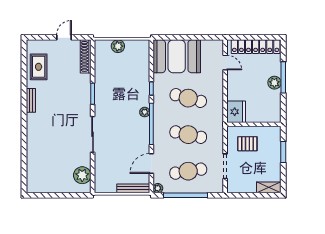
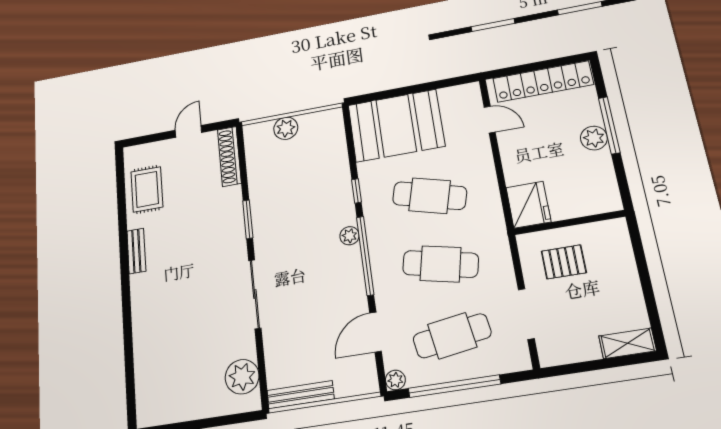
window: (283, 152) -> (642, 266), removed
bench: (133, 188) -> (301, 395), moved

